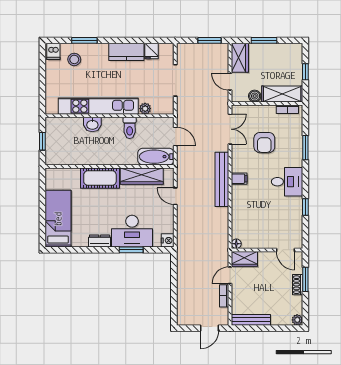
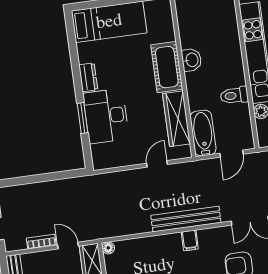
washbasin: (92, 124) -> (192, 60), moved, turned 180
nightstand: (168, 240) -> (101, 162), removed

